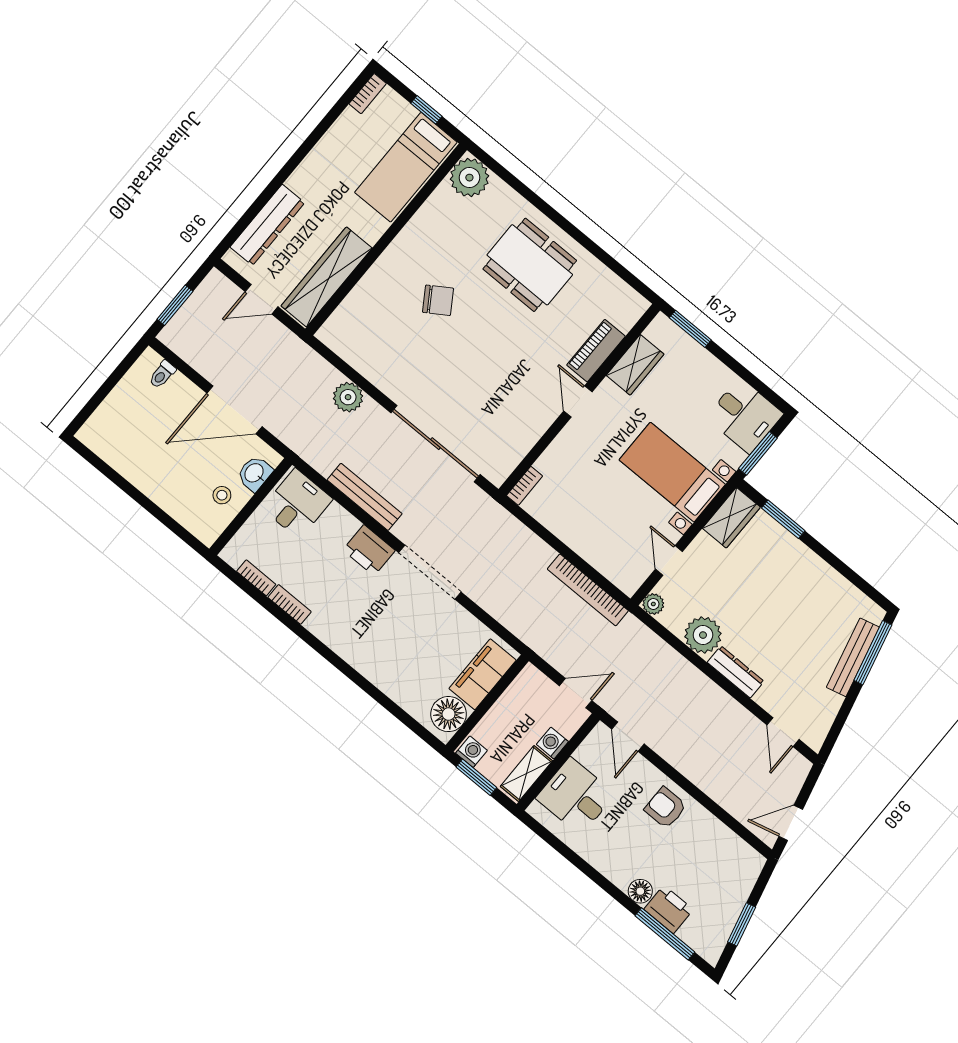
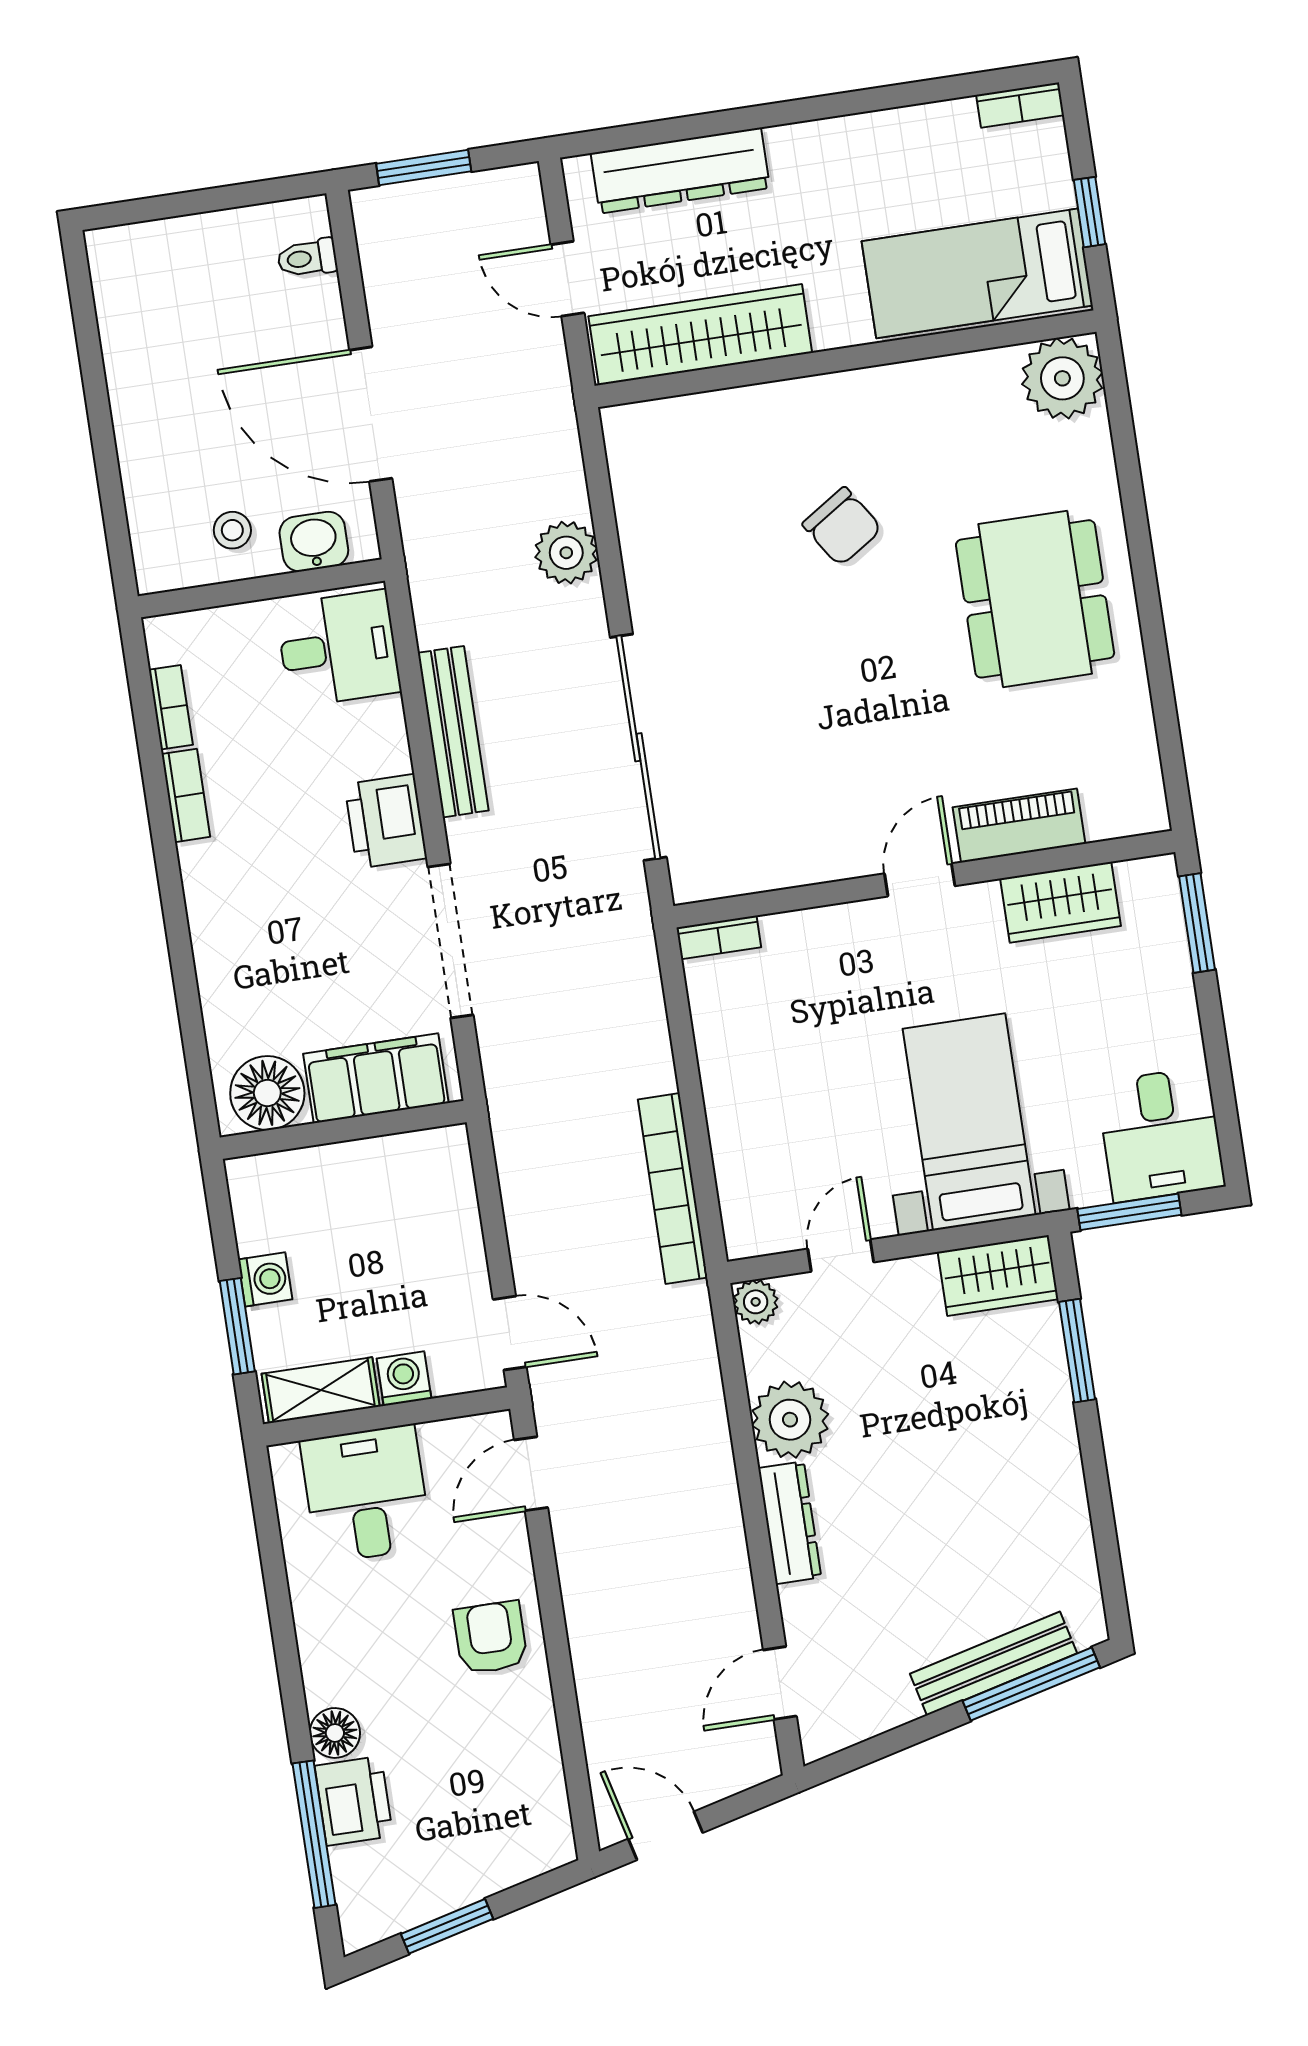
filing cabinet: (483, 674) -> (376, 1078), moved
wall: (487, 703) -> (343, 1130), moved
floor lamp: (449, 714) -> (267, 1093), moved

